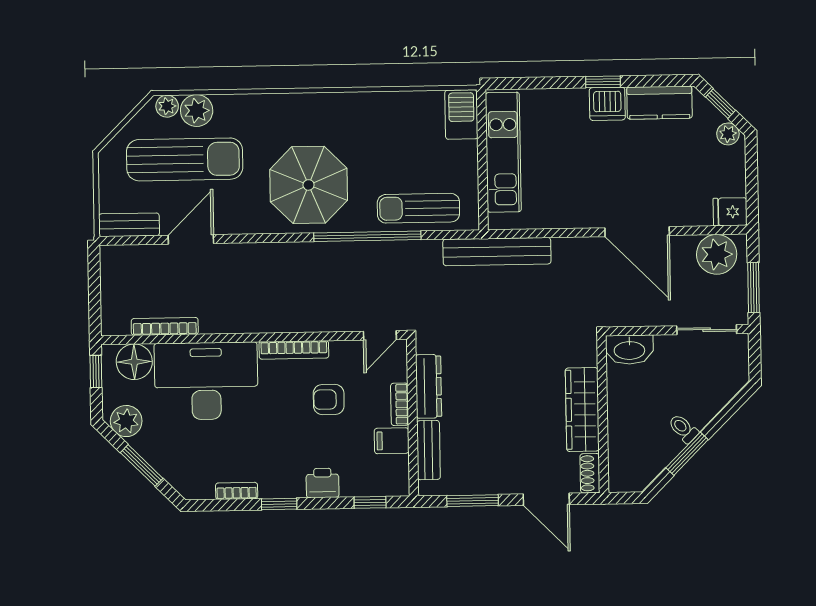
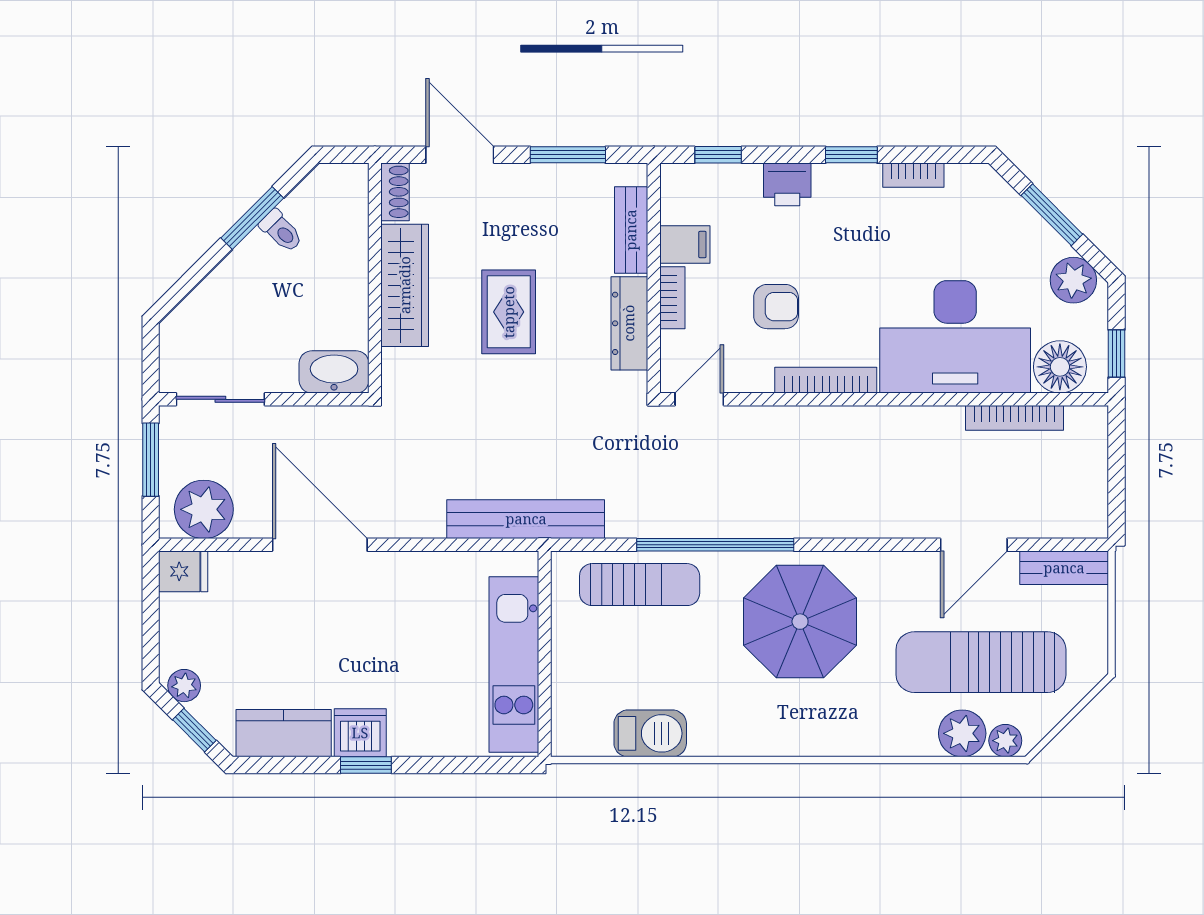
barbecue: (461, 115) -> (650, 733), moved, turned -90
rug: (511, 393) -> (509, 312), added
toilet: (683, 429) -> (281, 231), moved

